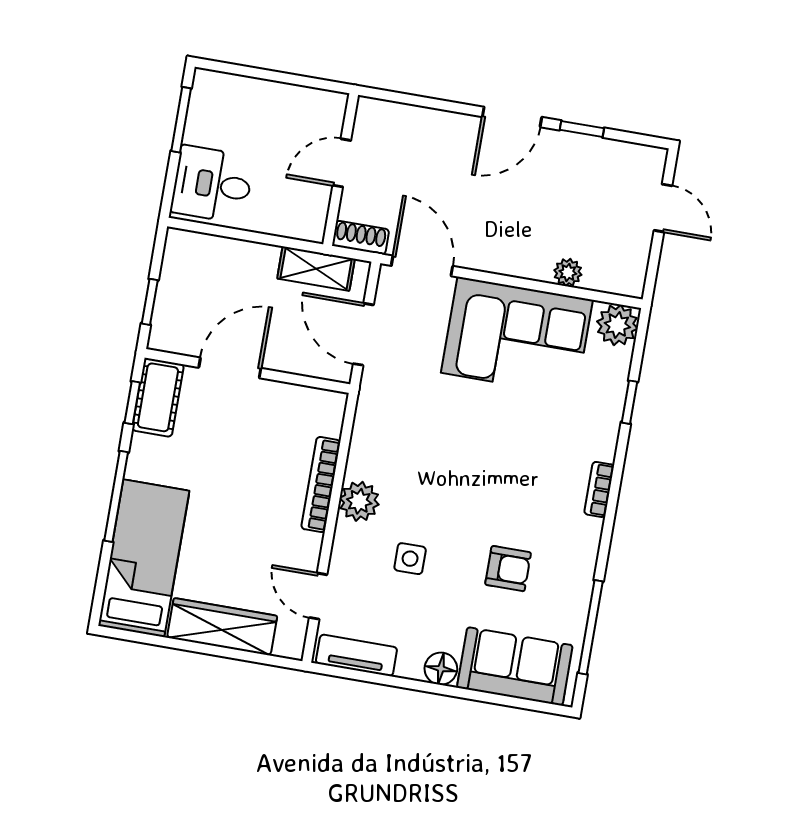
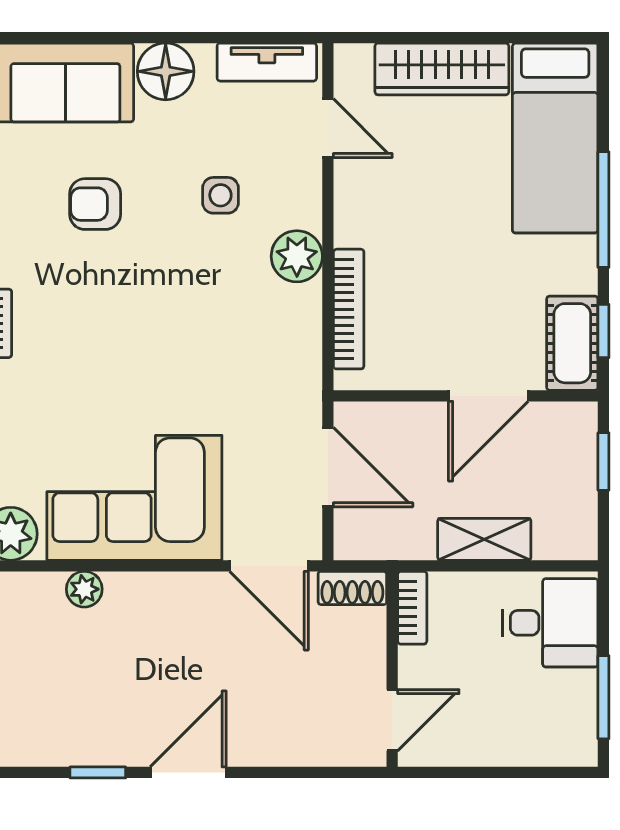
door: (342, 163) -> (392, 720), moved
bookcase: (317, 214) -> (412, 608), added
shelving: (316, 269) -> (484, 539), moved
bookcase: (321, 485) -> (349, 309), moved
floor lamp: (441, 669) -> (166, 71), width x1.38, depth x1.38

